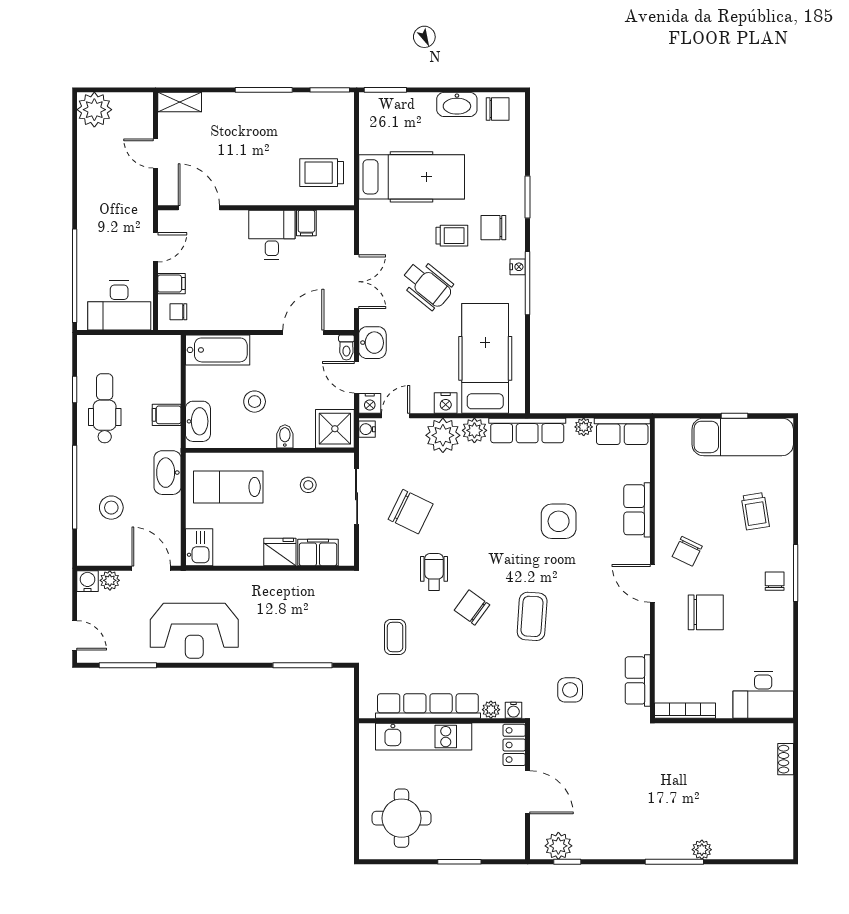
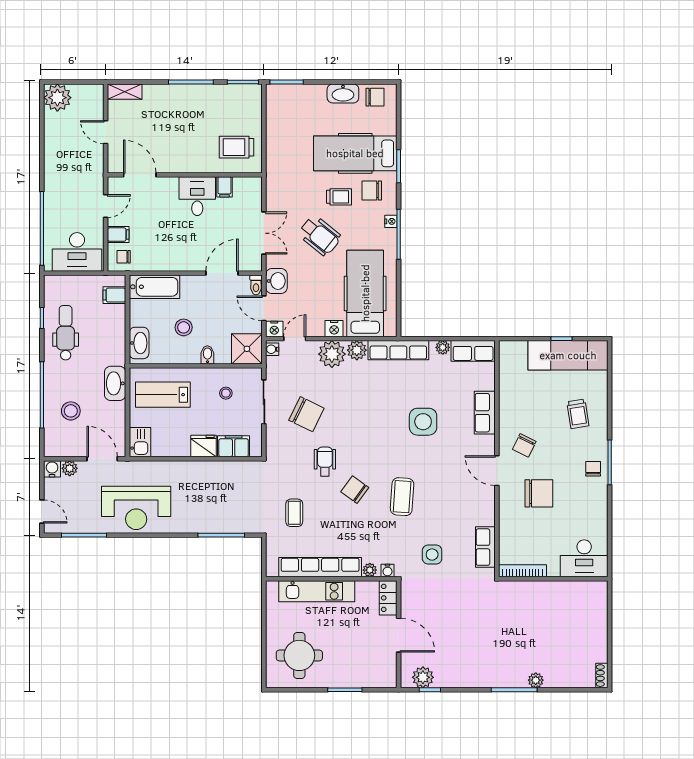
hospital bed: (412, 177) -> (355, 153), moved, turned 180
filing cabinet: (167, 415) -> (114, 295), moved
shoe rack: (786, 759) -> (602, 676), moved

